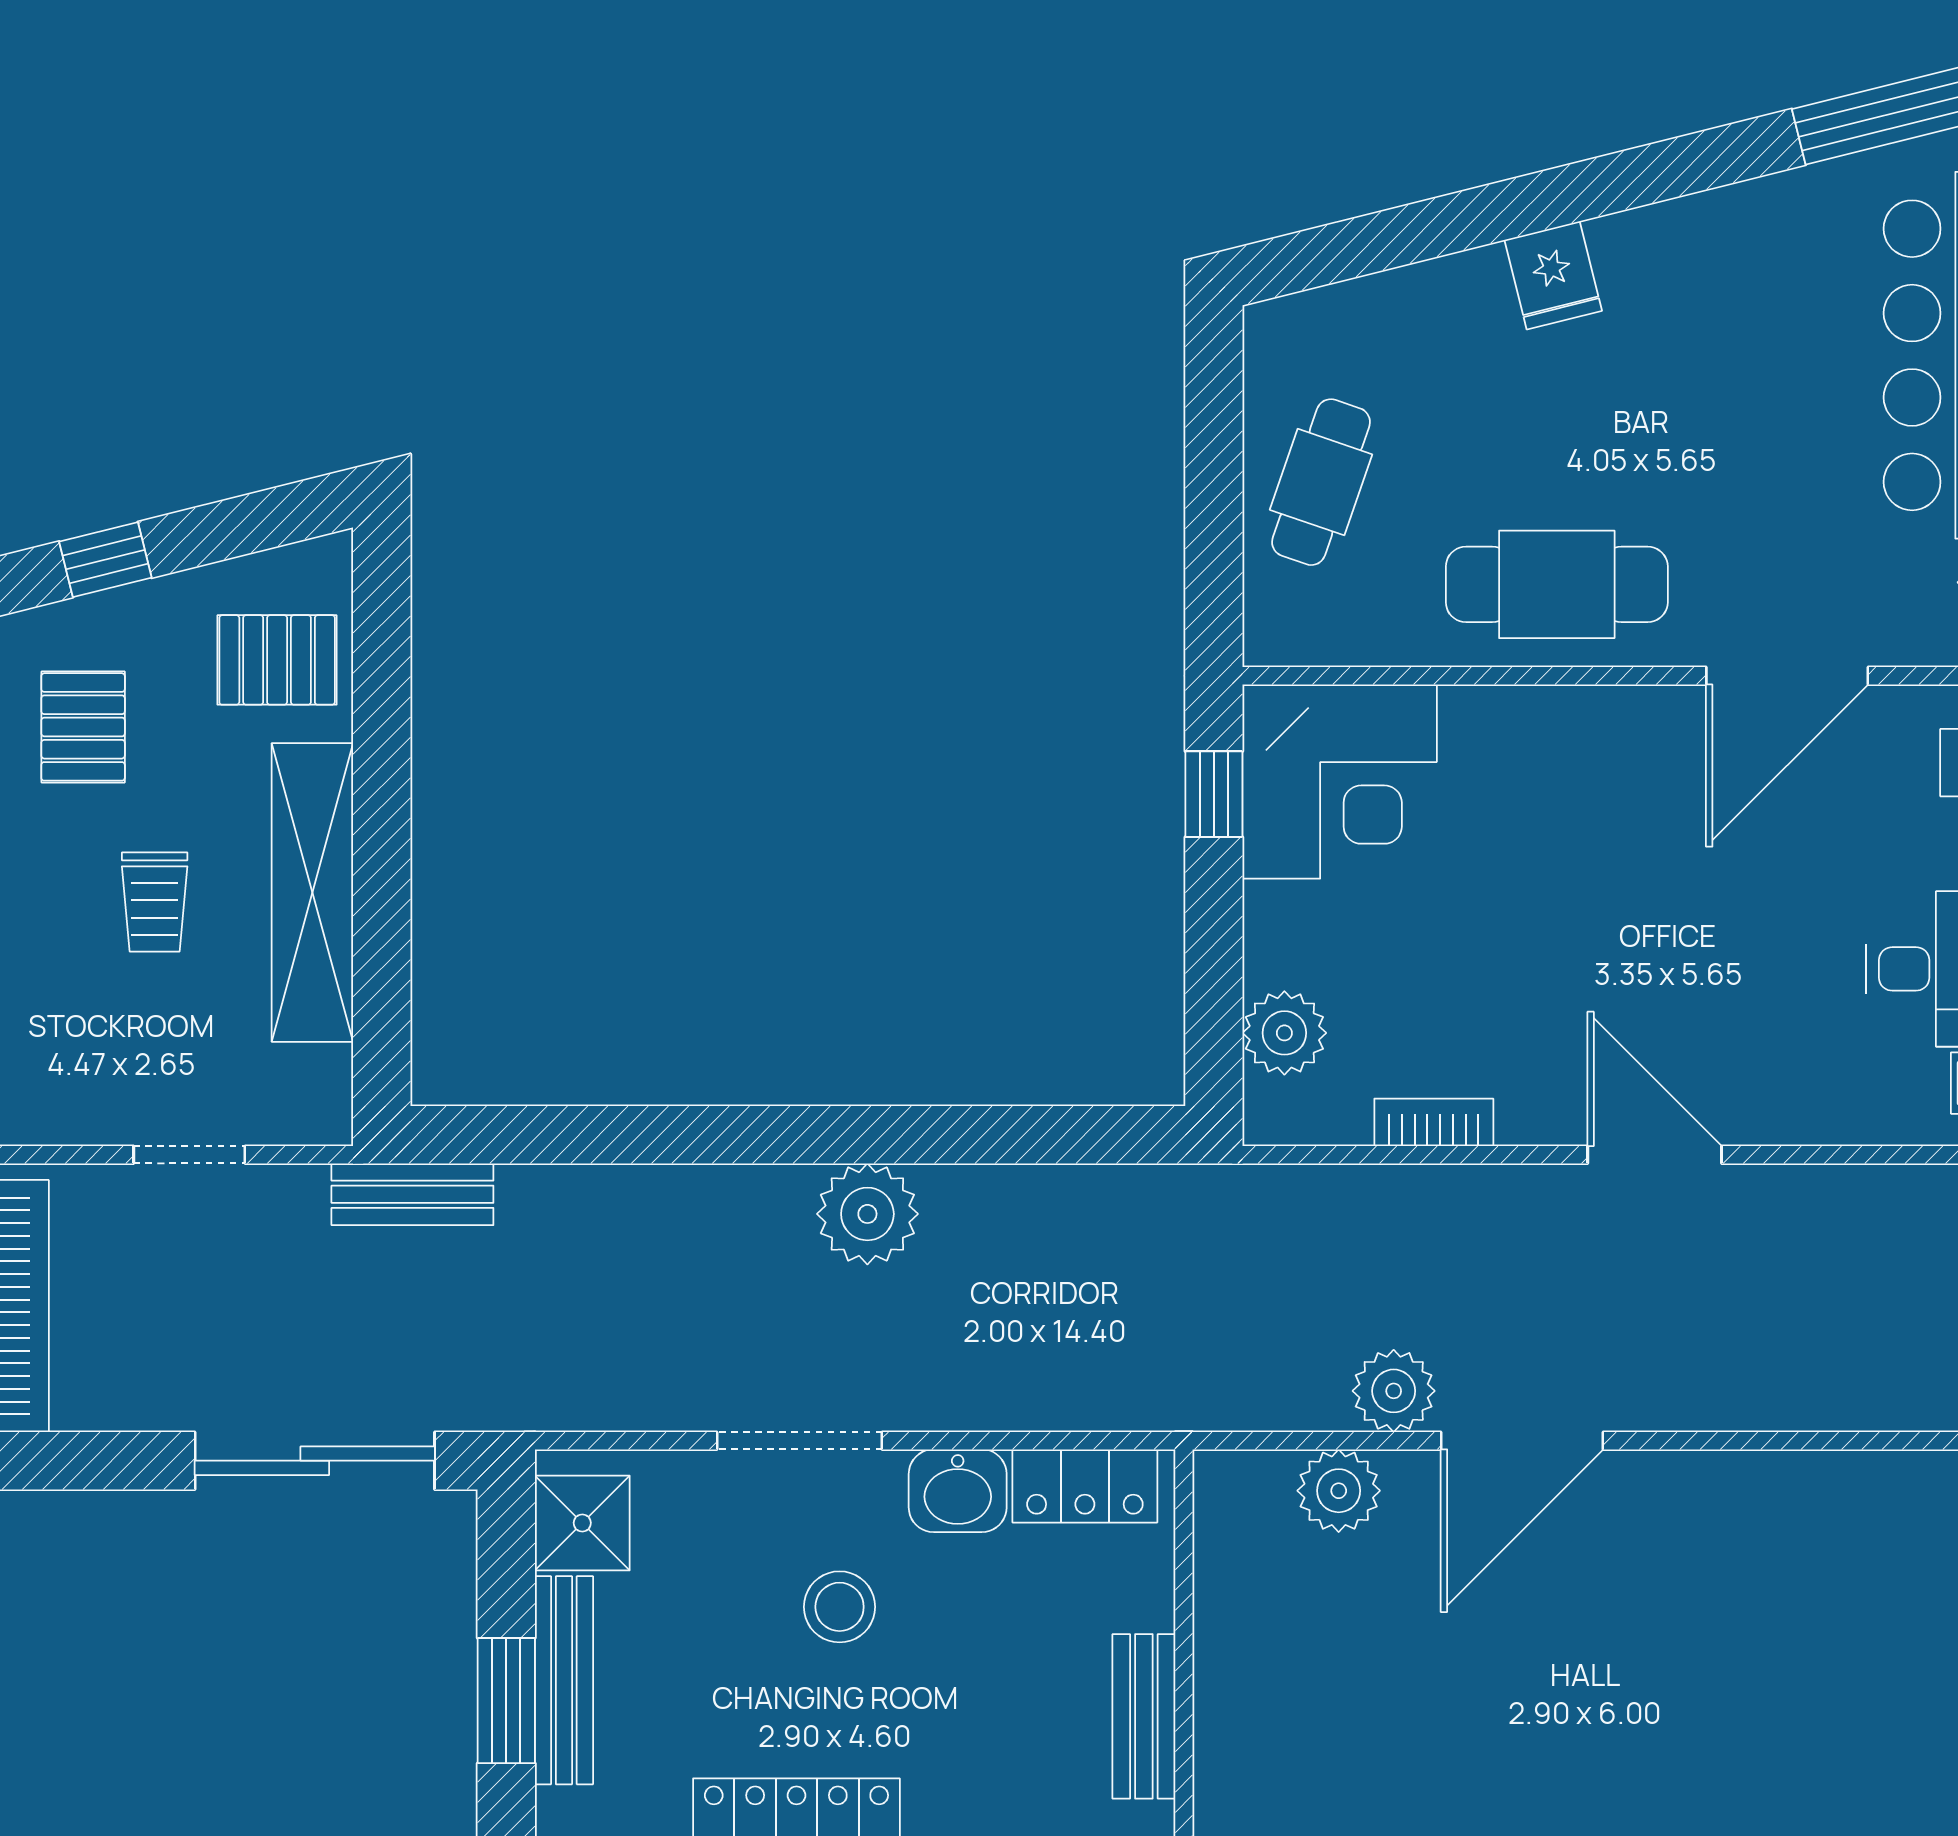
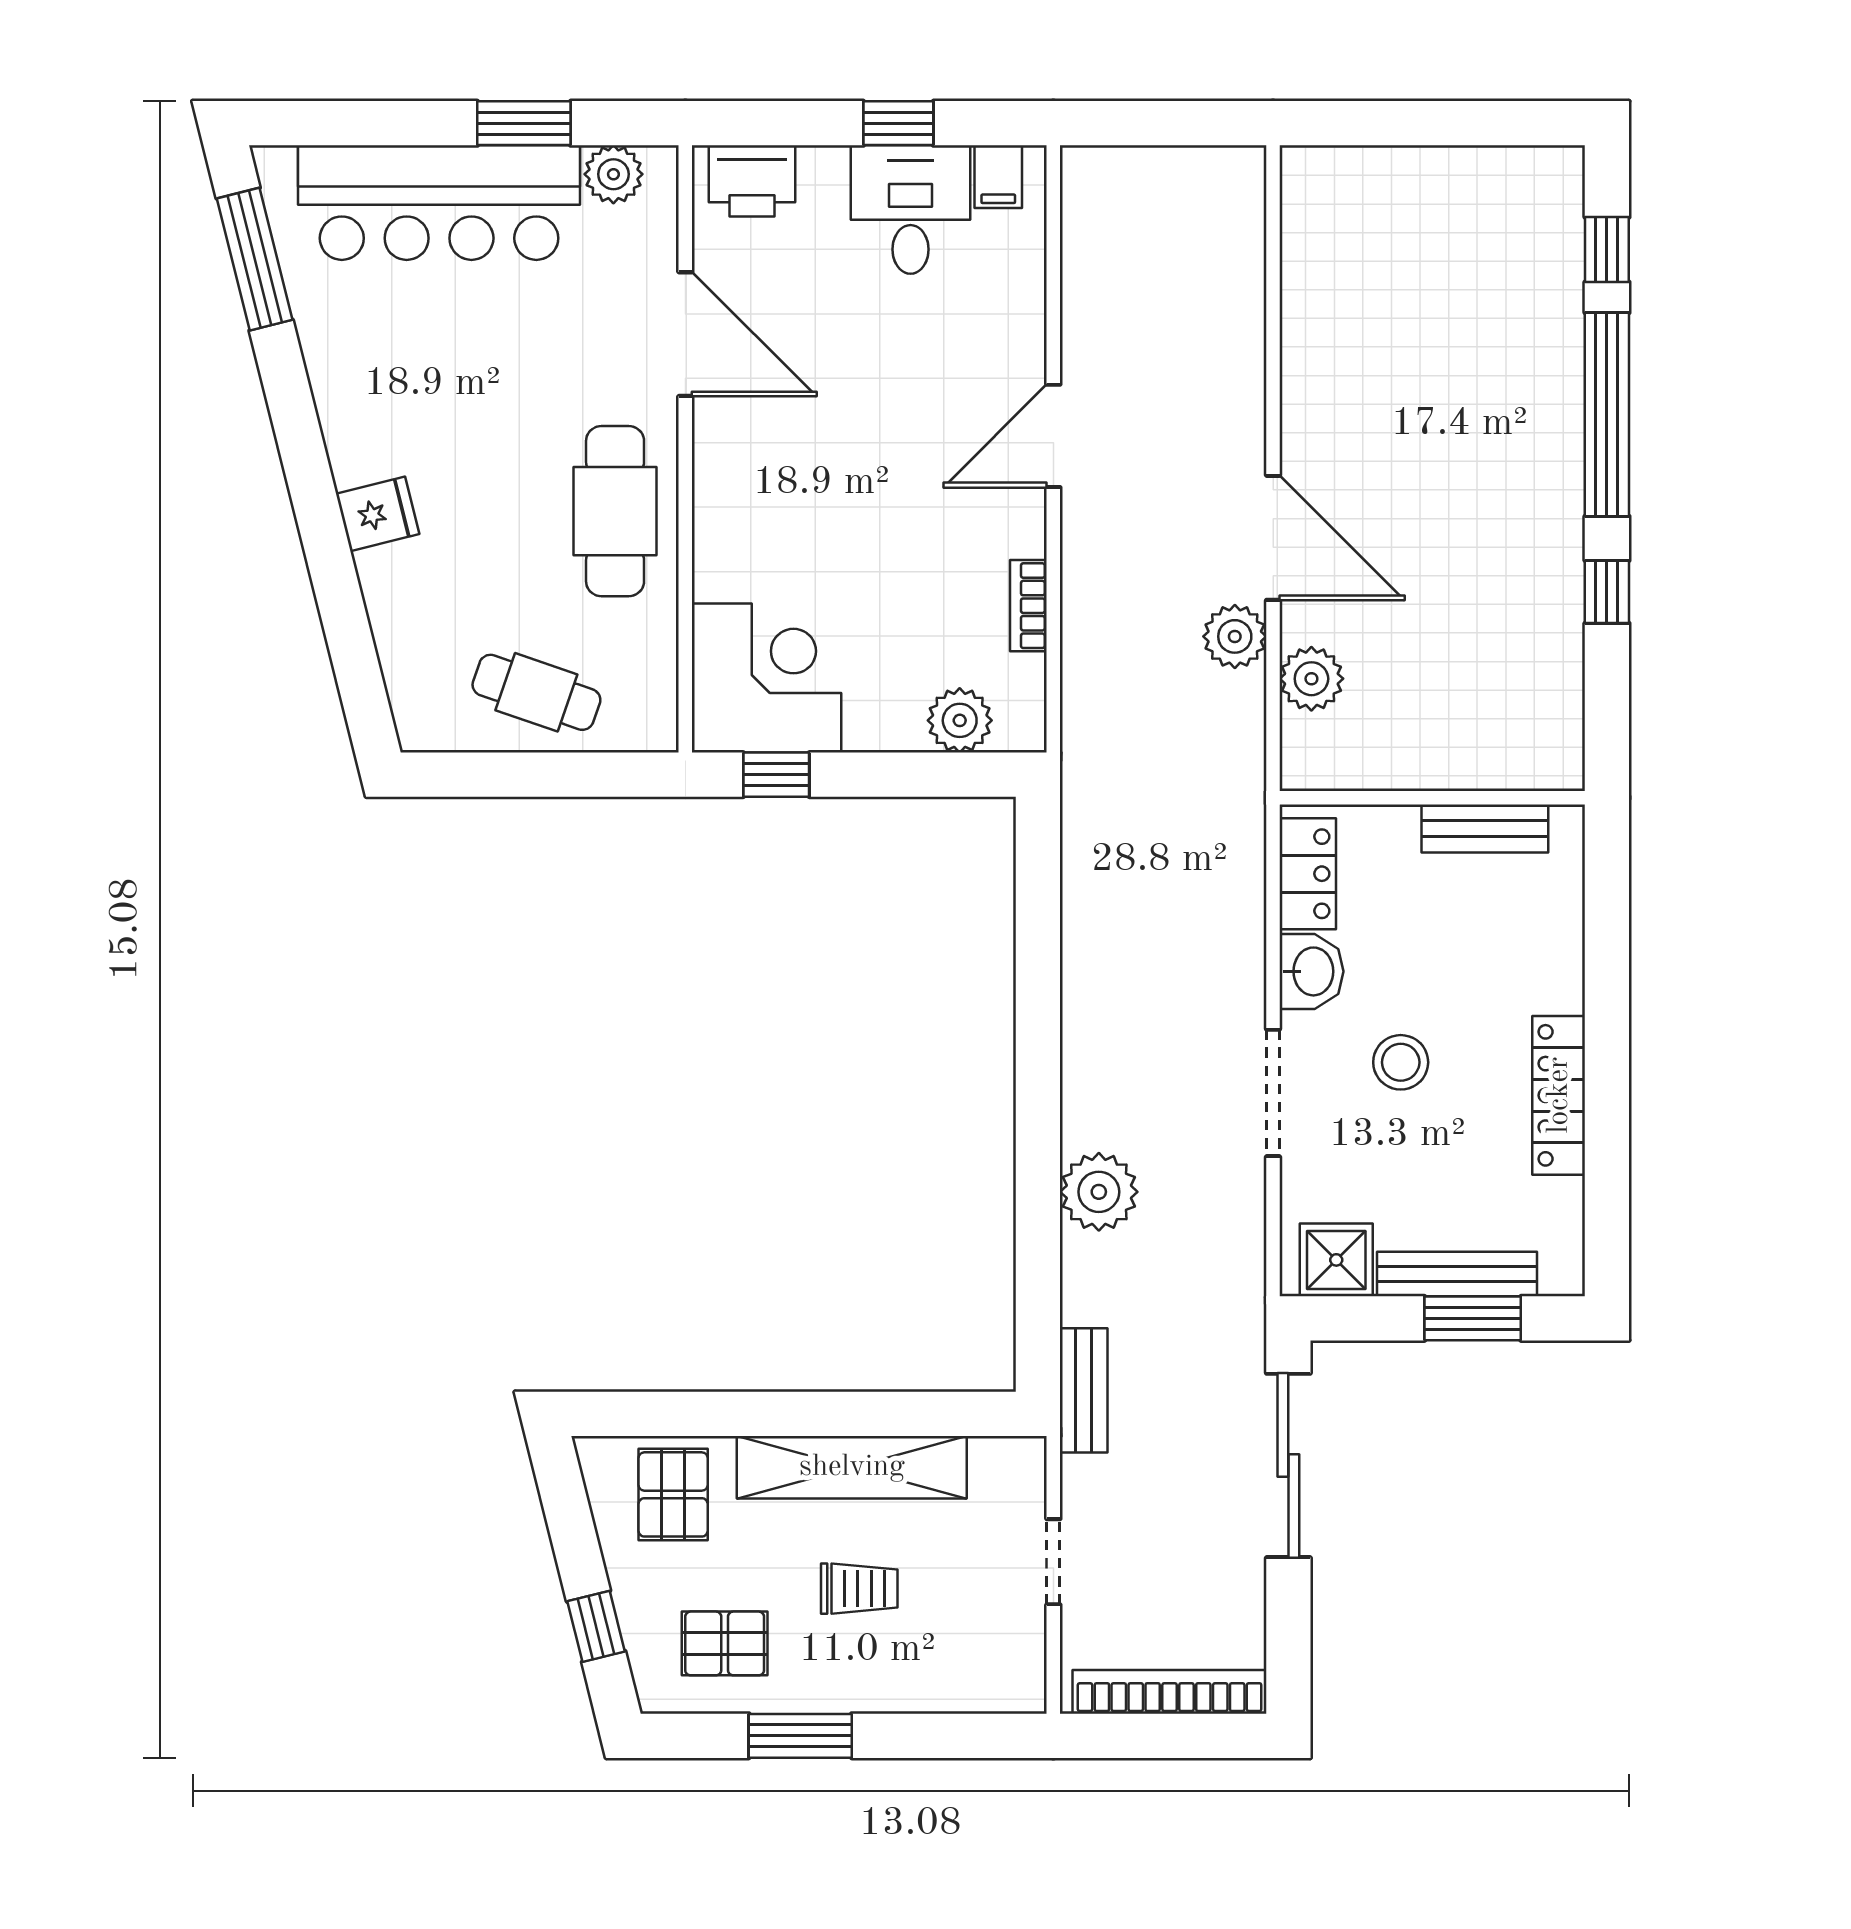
plant: (867, 1214) -> (1099, 1192), moved

